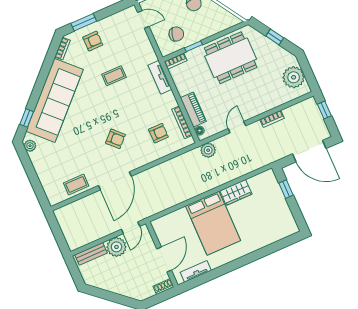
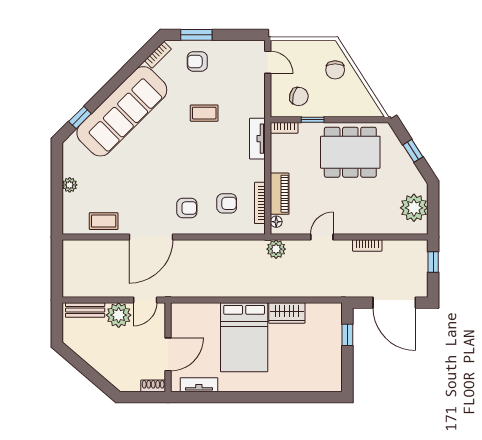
armchair: (93, 41) -> (197, 61), turned 180
armchair: (115, 139) -> (187, 208), moved, turned -45
plant: (30, 146) -> (70, 185), moved

